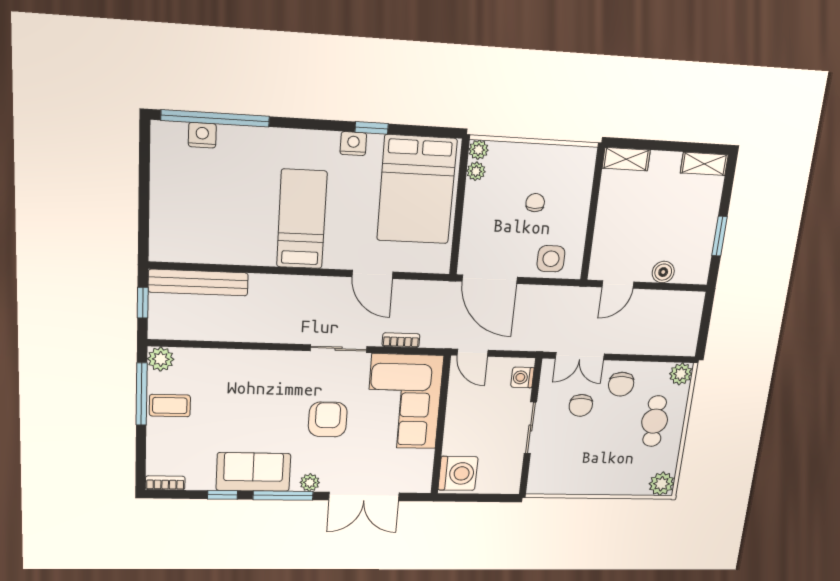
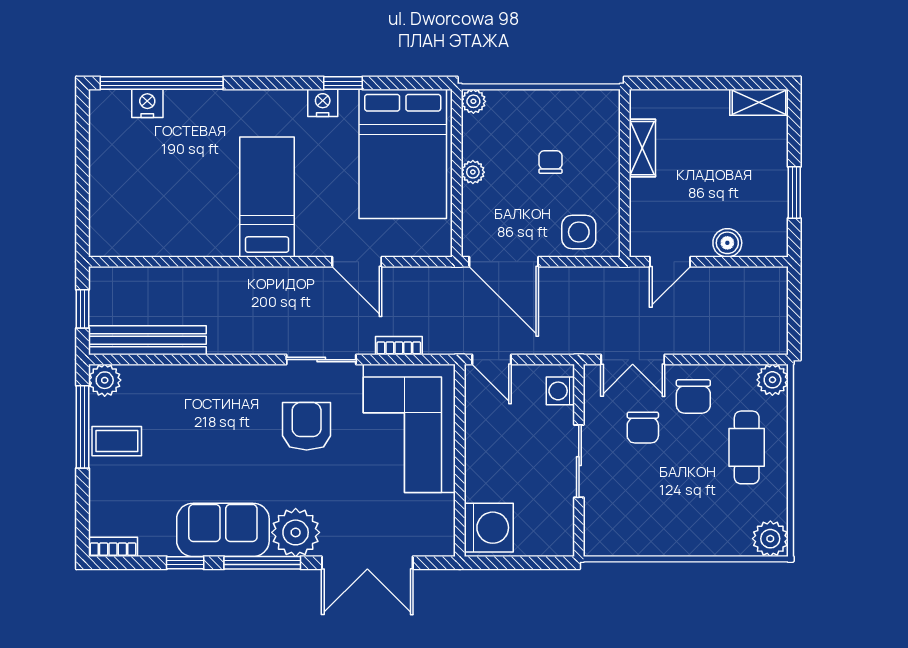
shelving: (626, 159) -> (642, 148), moved, turned 90
plant: (476, 171) -> (473, 172), moved
bench: (198, 283) -> (147, 340), moved
armchair: (328, 419) -> (307, 426), moved
plant: (310, 483) -> (296, 532), width x1.87, depth x1.87

